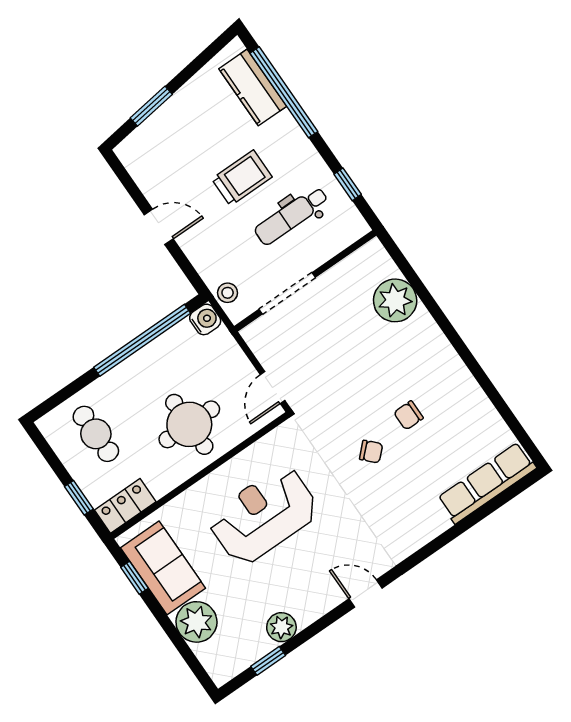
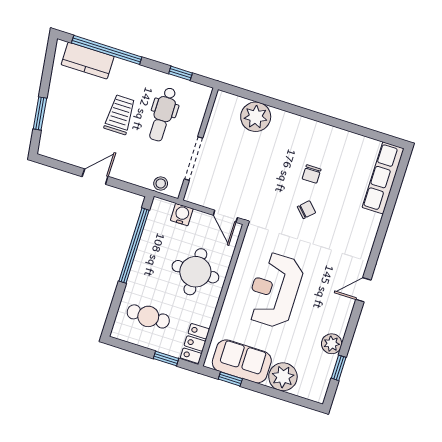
water cooler: (205, 319) -> (182, 215), moved

